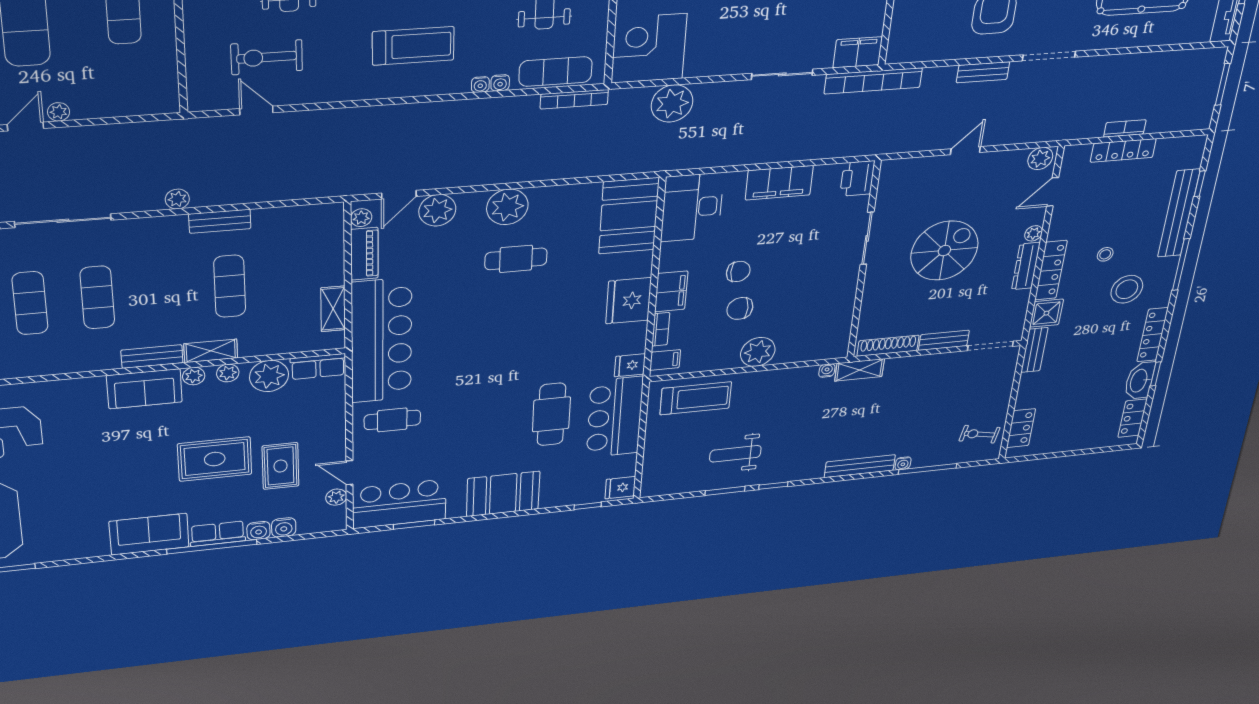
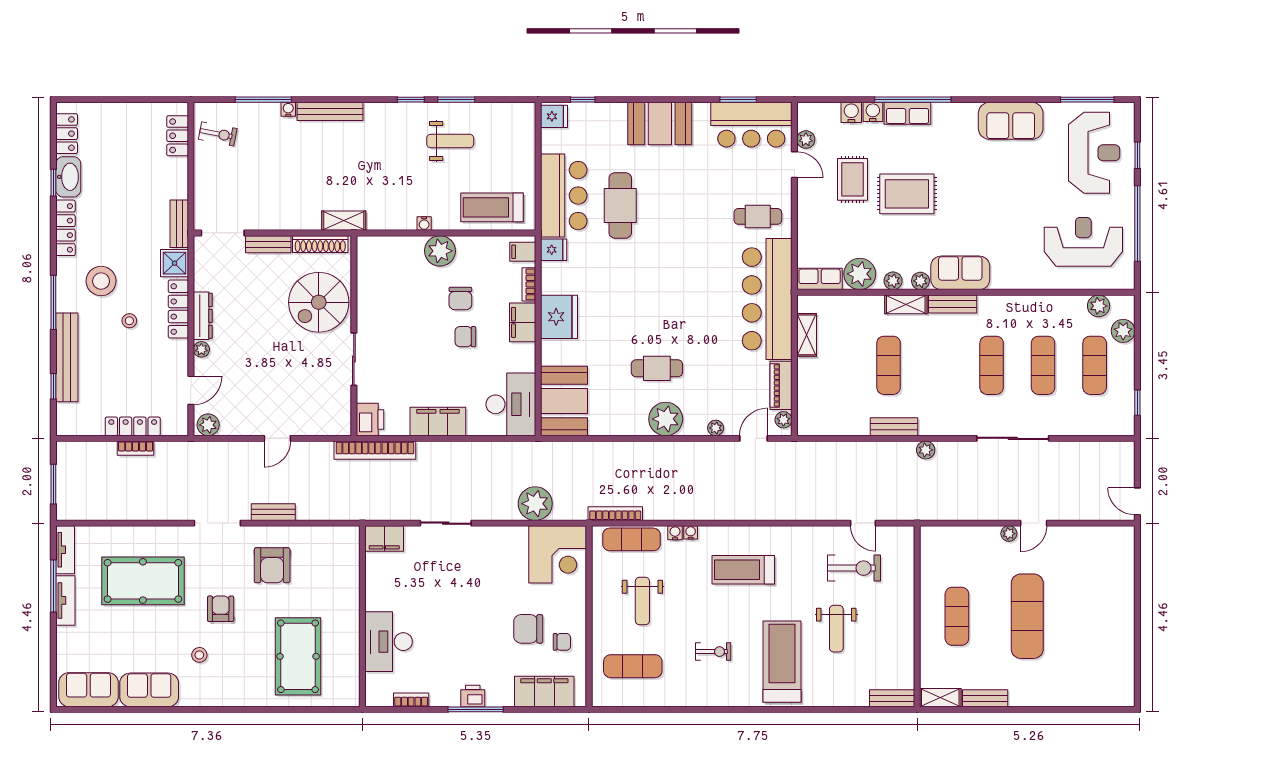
bookcase: (873, 81) -> (375, 450), moved, turned 180
plant: (437, 210) -> (716, 428), width x0.53, depth x0.53
spiral stairs: (944, 251) -> (319, 302), moved
chair: (740, 308) -> (460, 298), turned 90
water cooler: (827, 371) -> (424, 223), moved
sofa: (149, 534) -> (1011, 121), moved

